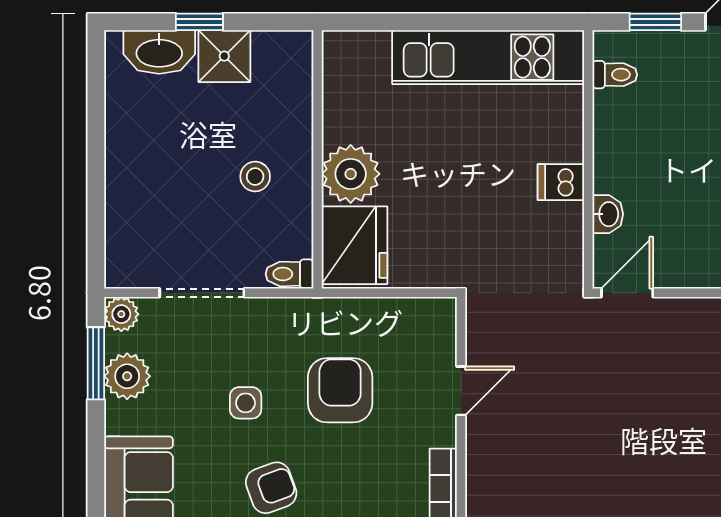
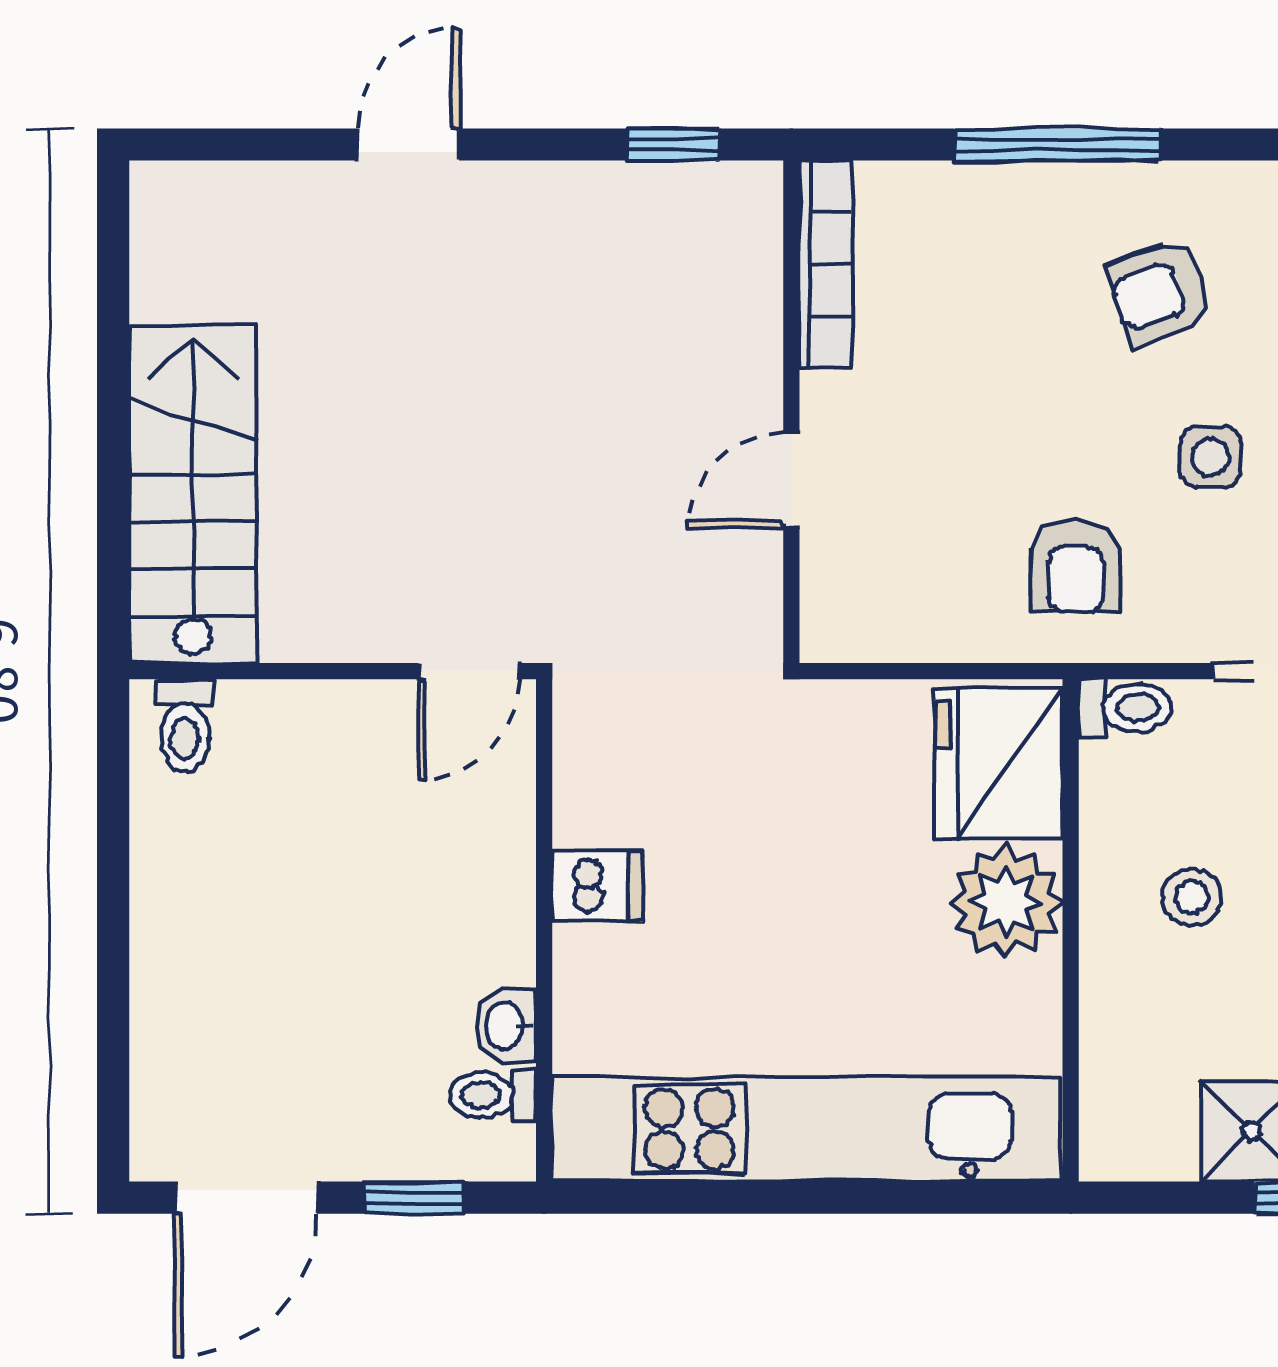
kitchen unit: (488, 57) -> (807, 1129), width x1.36
washbasin: (608, 214) -> (506, 1025), moved
armchair: (340, 390) -> (1076, 567), moved, width x0.72, depth x0.72

